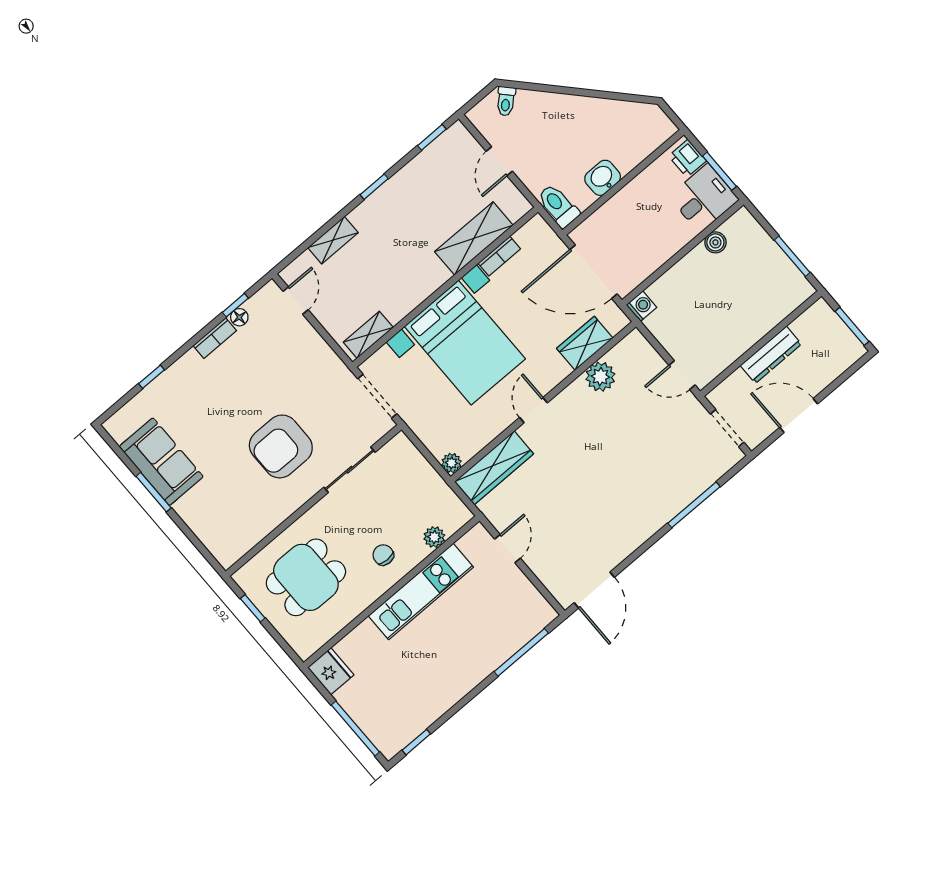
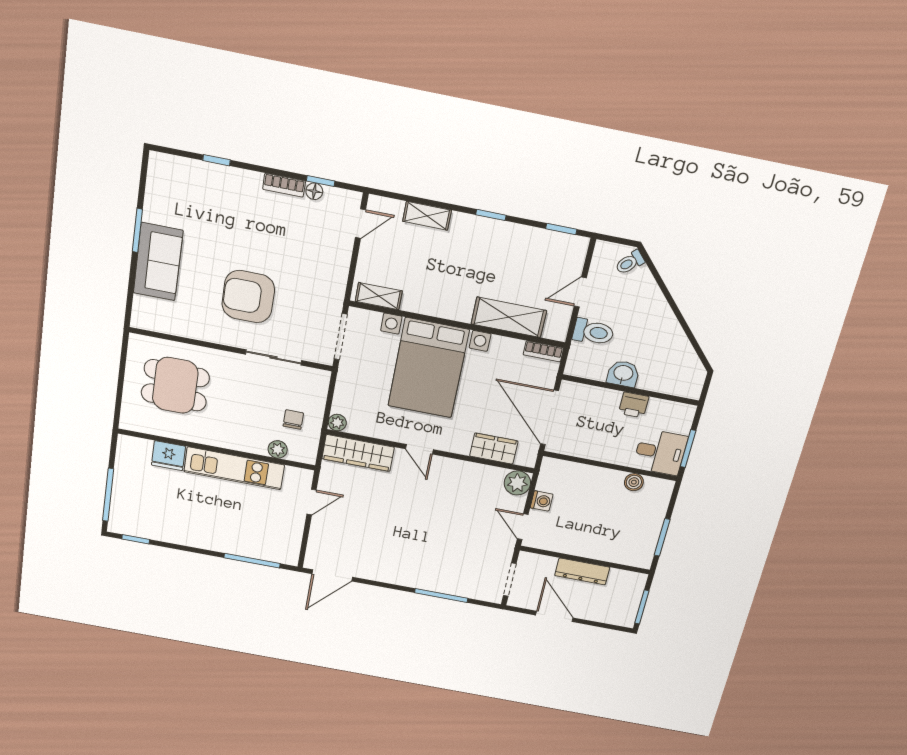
printer: (687, 158) -> (634, 405), moved, turned -90
toilet: (558, 206) -> (593, 332), moved, turned 90
bookcase: (499, 256) -> (543, 351), moved
washing machine: (641, 306) -> (542, 501), moved
plant: (600, 377) -> (517, 483), moved
door: (533, 410) -> (419, 449), swing flipped
sofa: (161, 462) -> (158, 262), moved
chair: (383, 555) -> (293, 420), moved
window: (253, 608) -> (122, 366), removed
fridge: (331, 671) -> (168, 456), moved, turned 90

